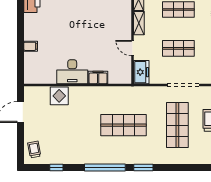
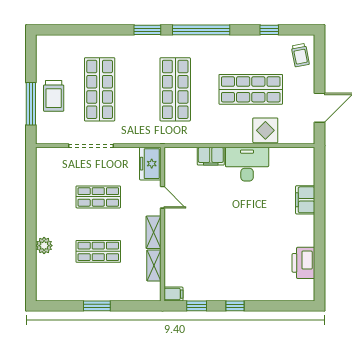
filing cabinet: (31, 46) -> (305, 200), width x2.00
shop shelf: (70, 125) -> (251, 89), added
shop shelf: (123, 125) -> (175, 89), turned 90

